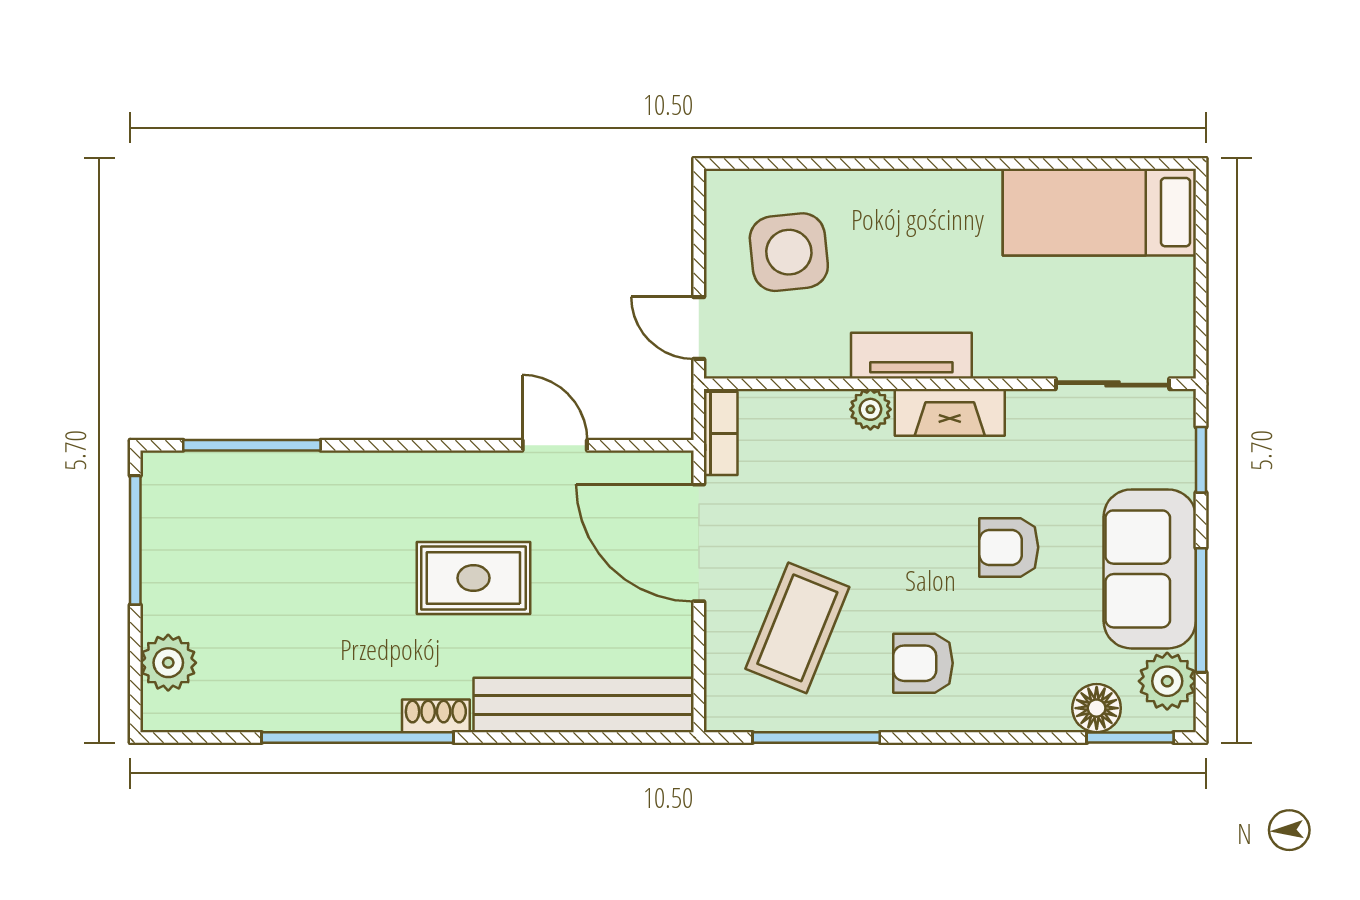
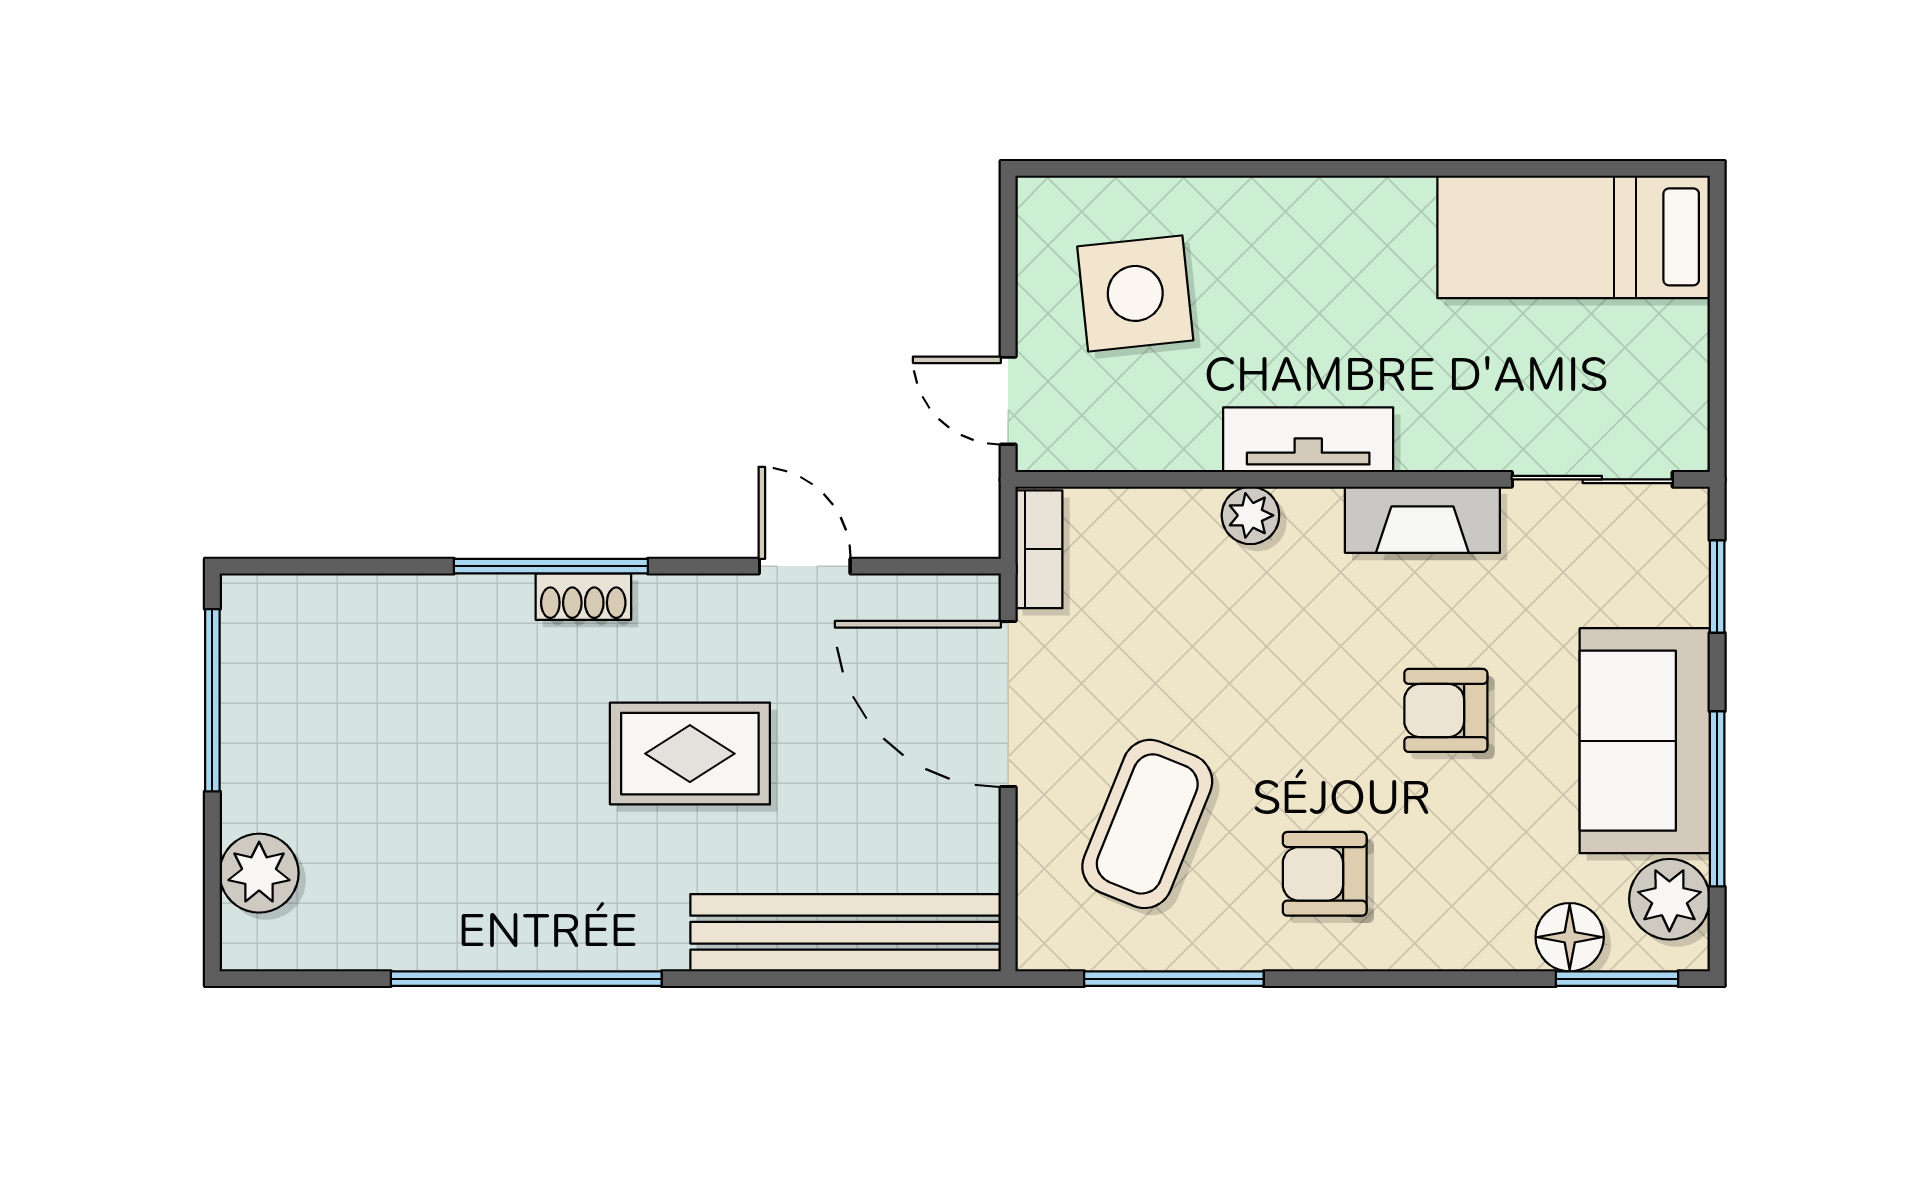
fireplace: (950, 412) -> (1422, 520), moved
window: (252, 445) -> (551, 566), moved
shoe rack: (436, 716) -> (583, 597), moved, turned 180

